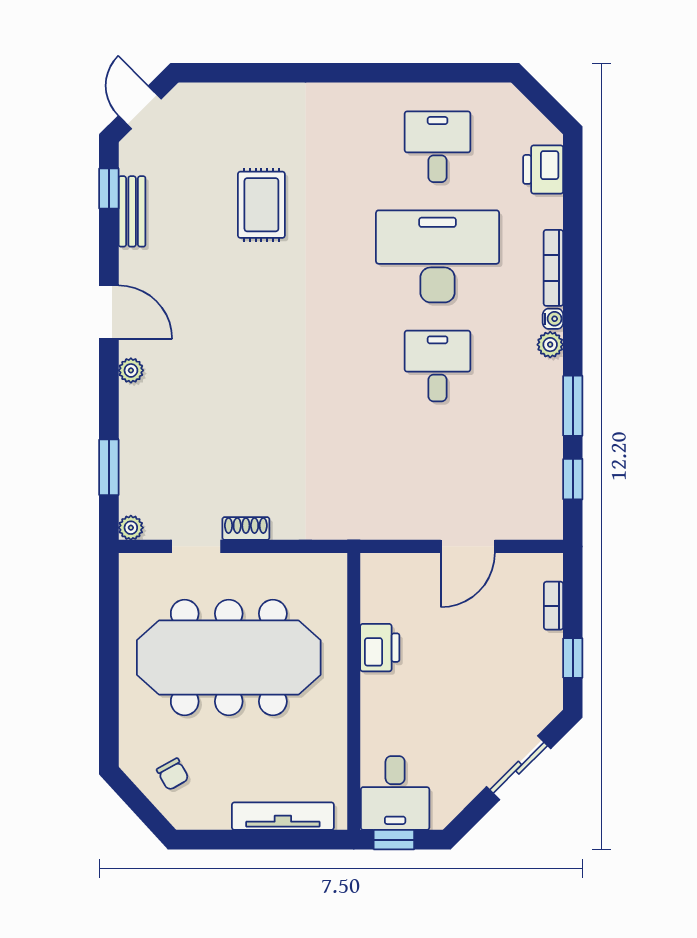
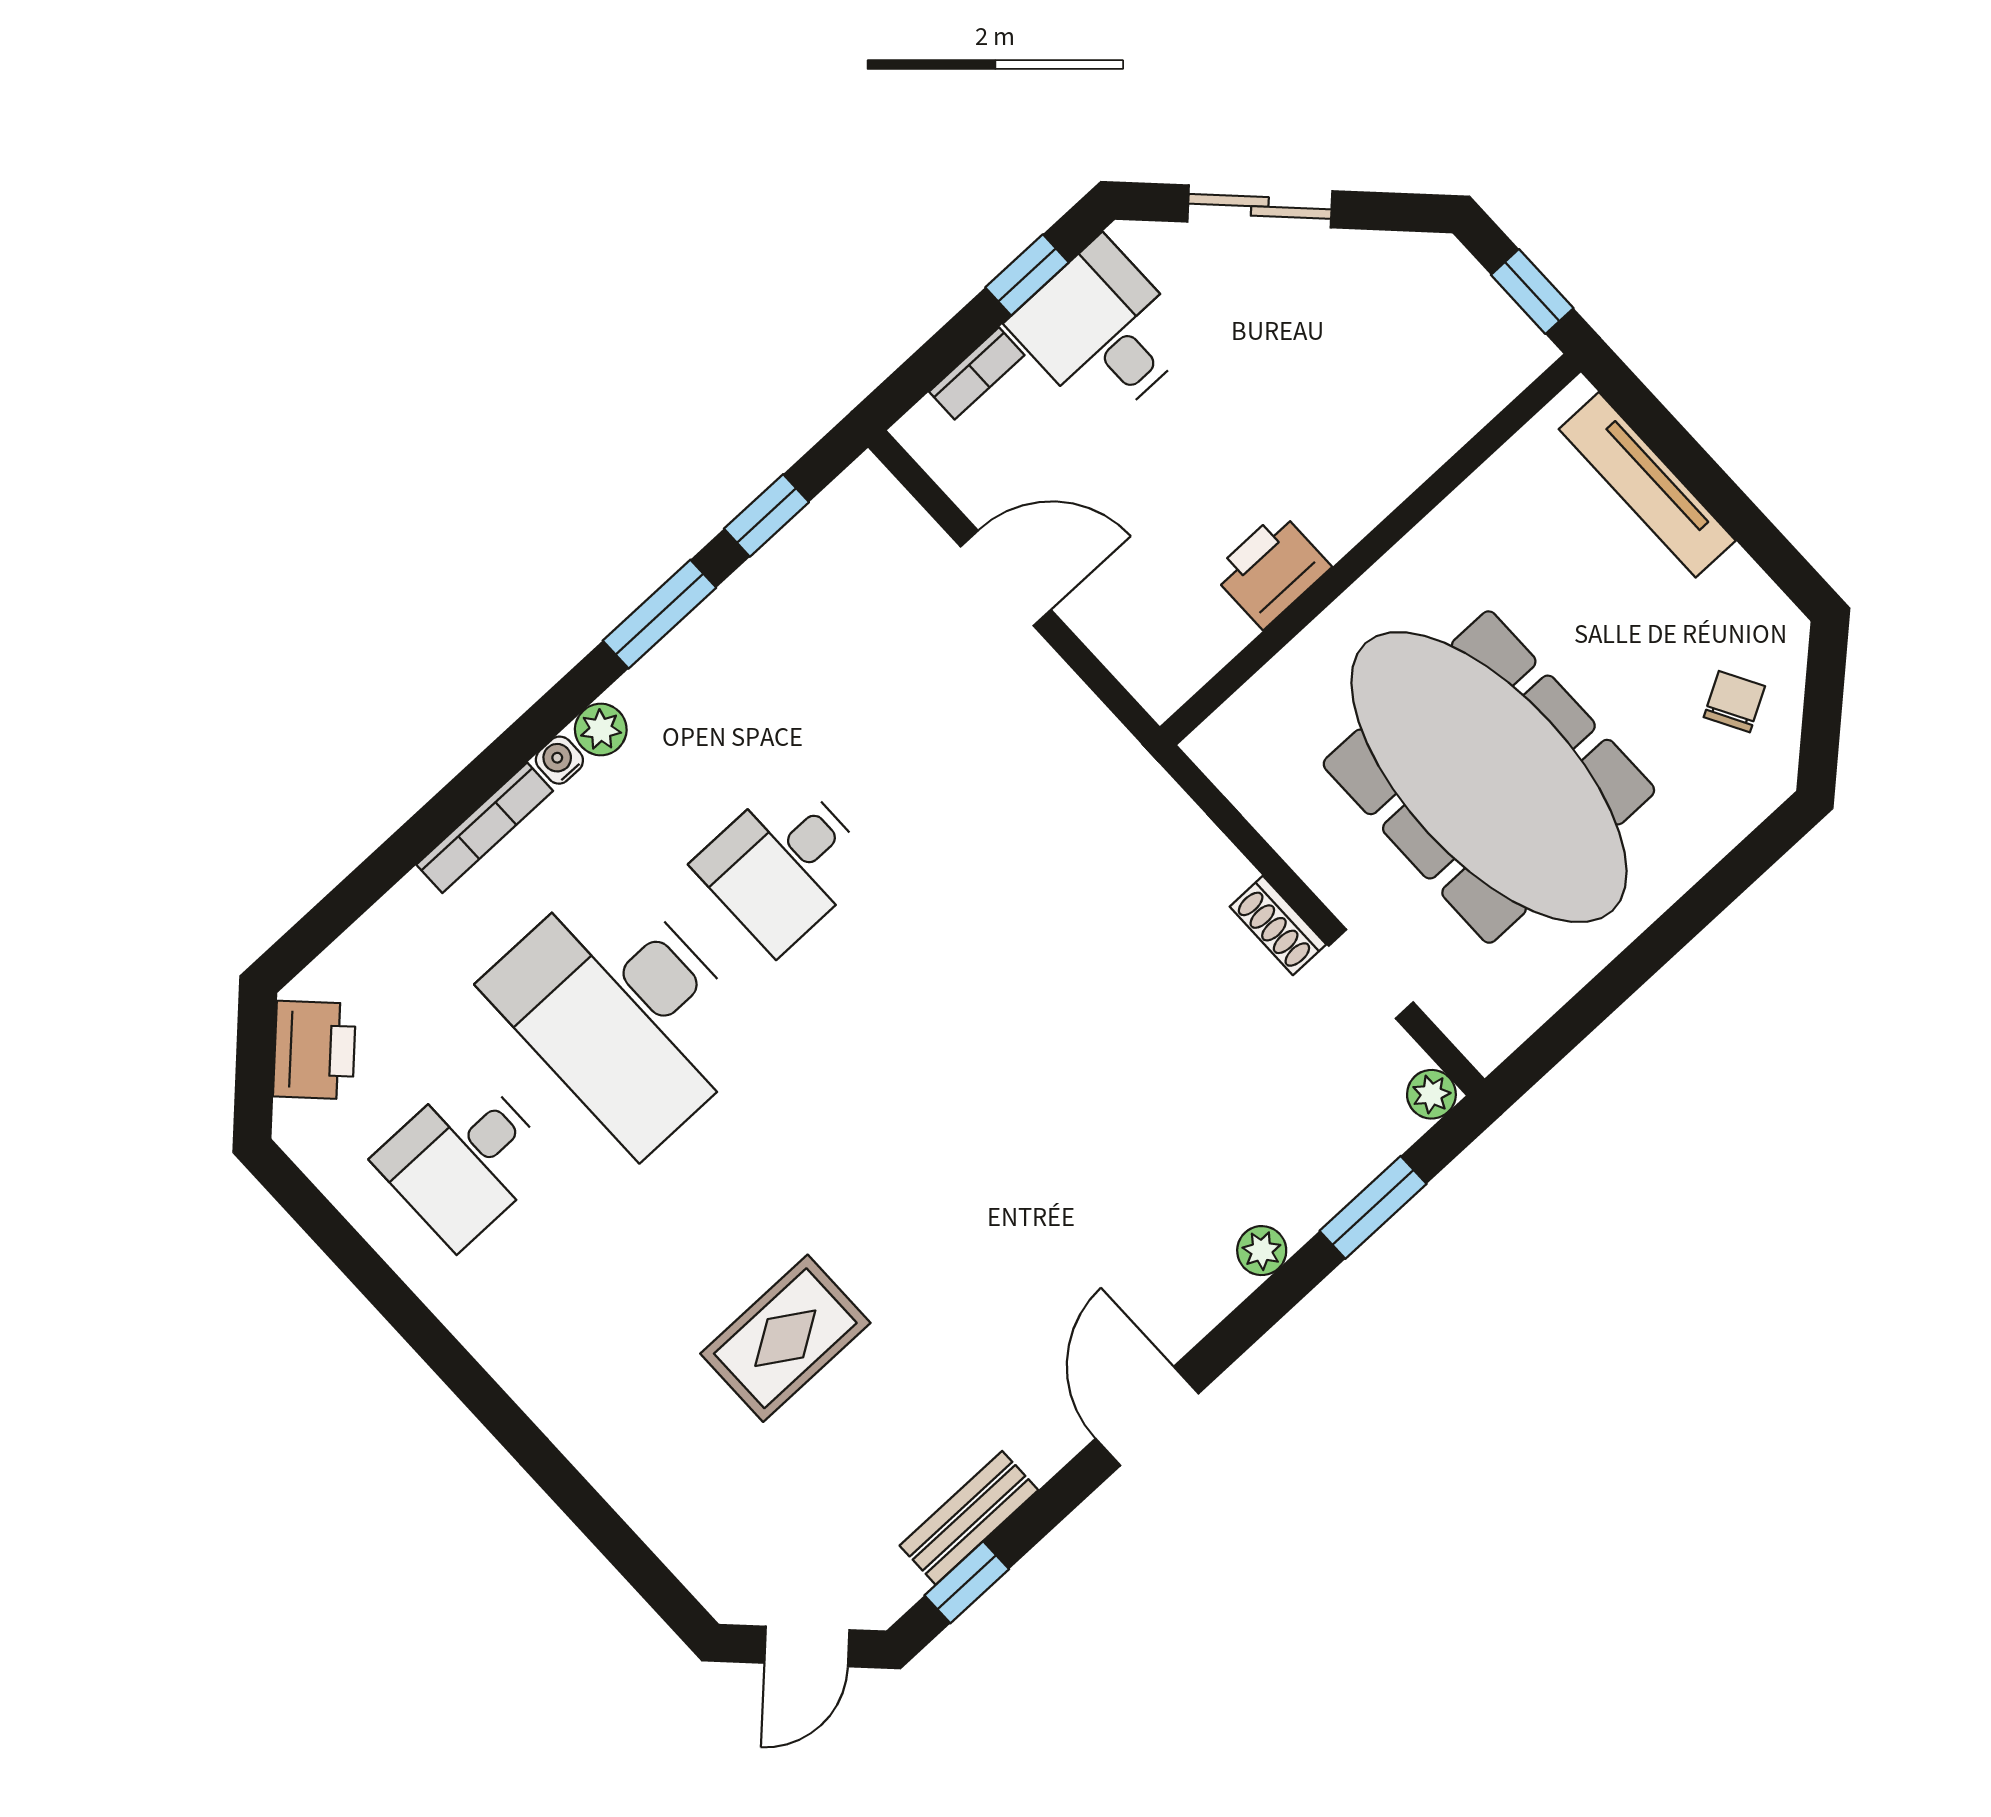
printer: (543, 169) -> (314, 1050), moved, turned -45
plant: (131, 370) -> (1262, 1251), moved
desk: (395, 793) -> (1102, 331), moved, turned -90

